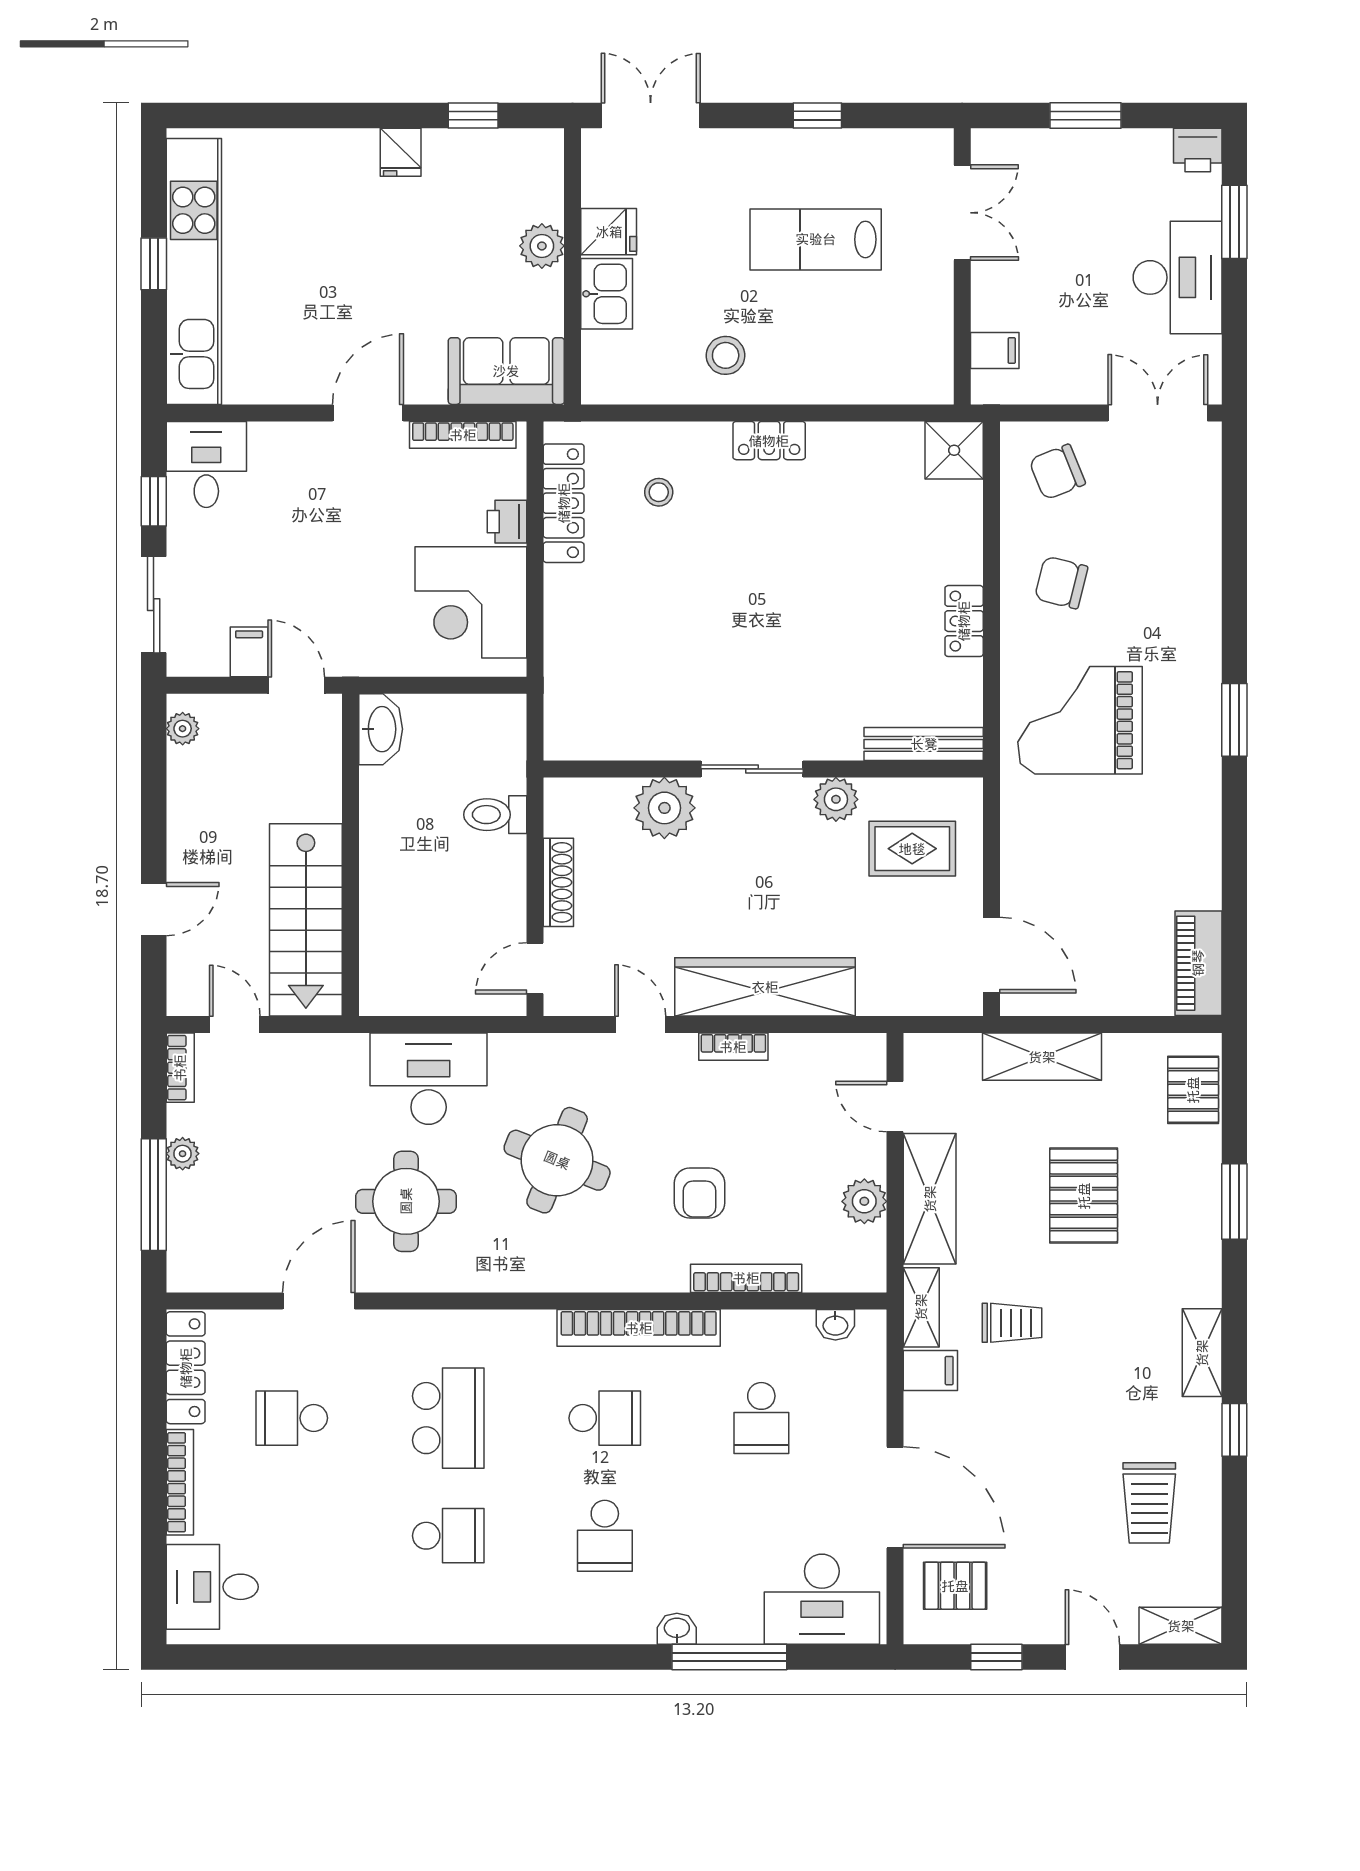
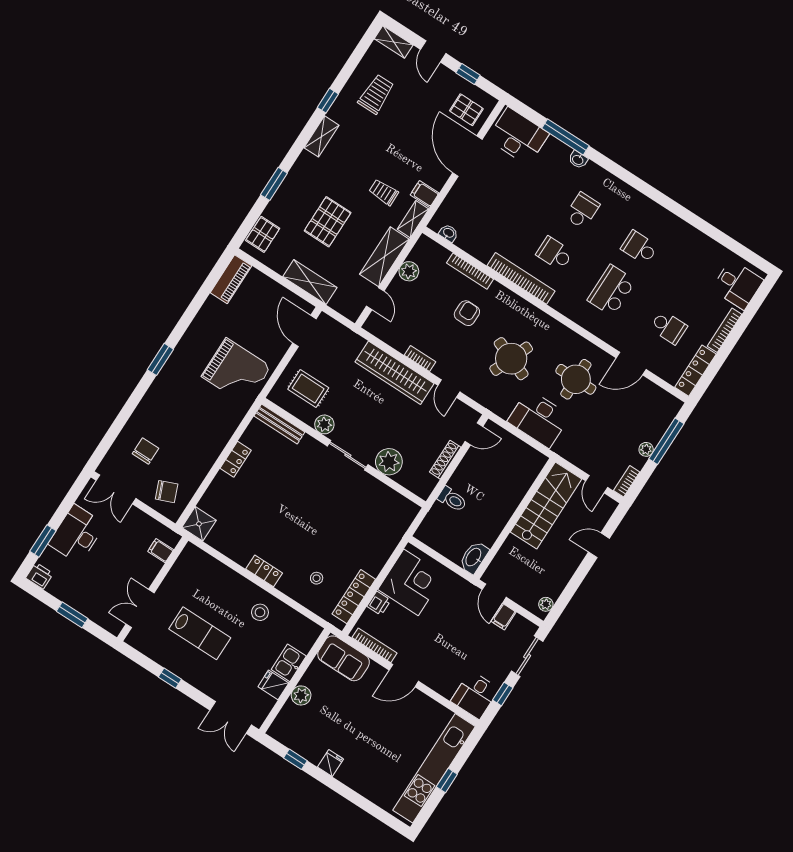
chair: (1061, 583) -> (146, 451), moved, turned -104
grand piano: (1080, 720) -> (236, 372), moved
school desk: (761, 1418) -> (497, 217), removed

